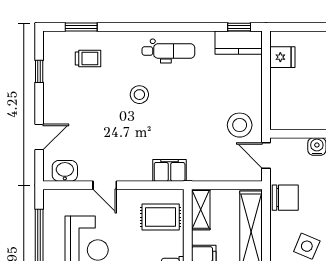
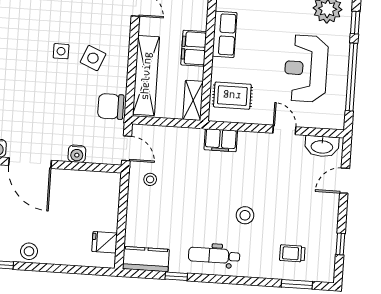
window: (239, 27) -> (176, 276), moved
stool: (240, 125) -> (150, 179), width x0.53, depth x0.53
washbasin: (65, 171) -> (322, 146), width x1.38

